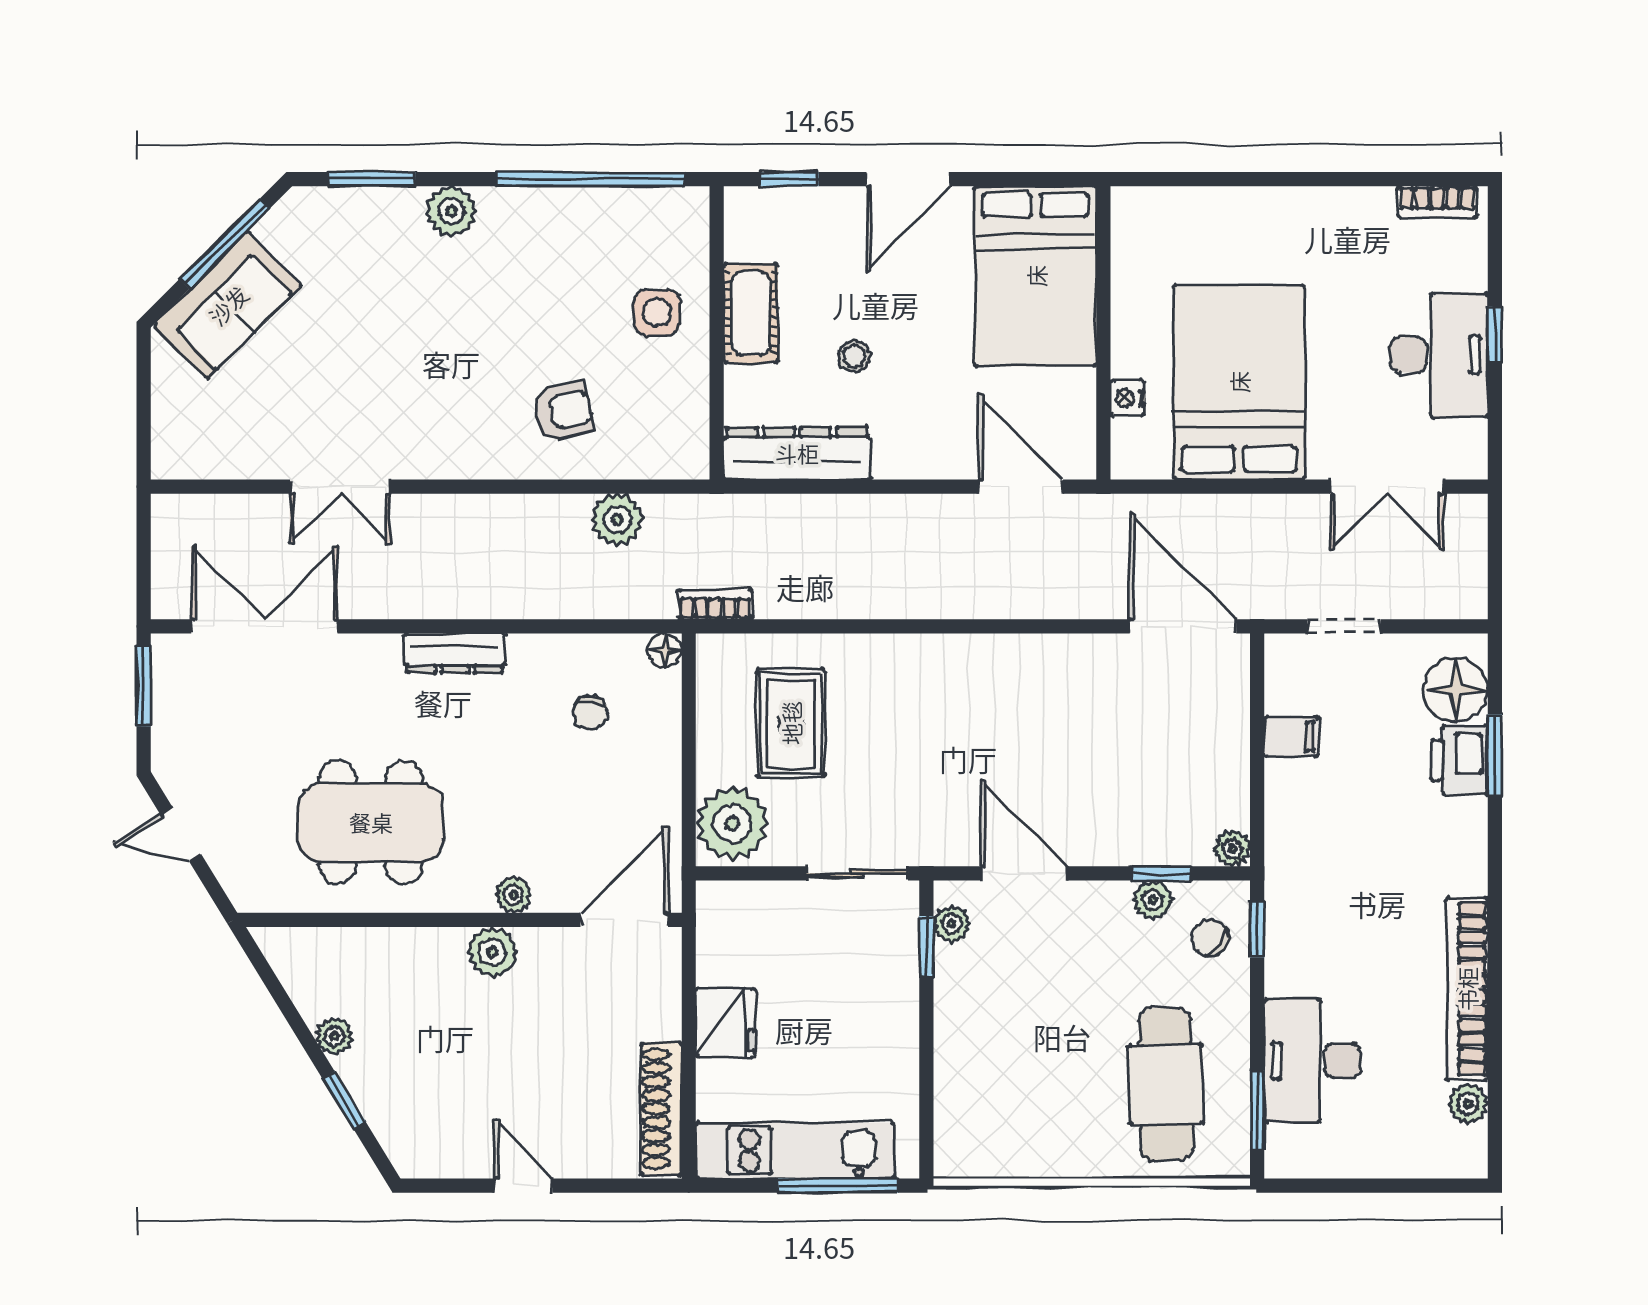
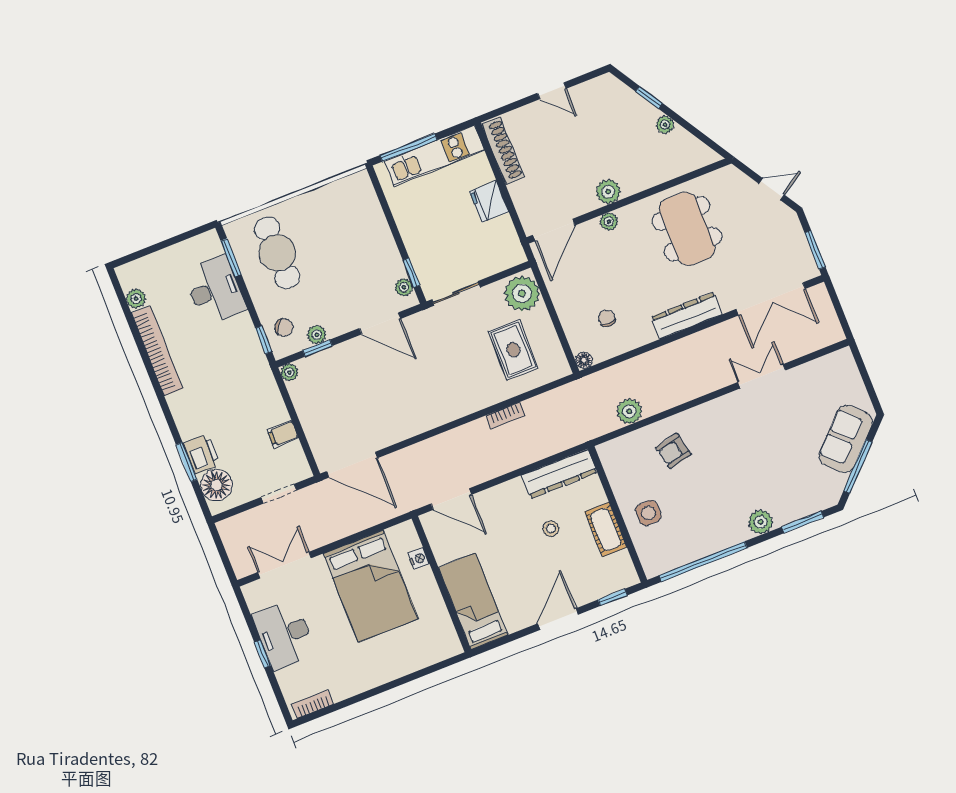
bed: (1036, 276) -> (473, 601), width x0.67
bookcase: (715, 605) -> (505, 415), moved
dresser: (455, 653) -> (687, 316), width x1.37, depth x1.24
dining table: (371, 822) -> (687, 229), turned 90

